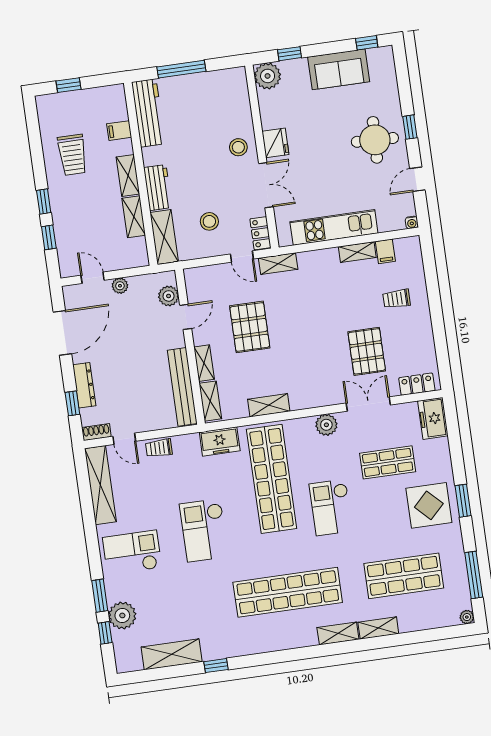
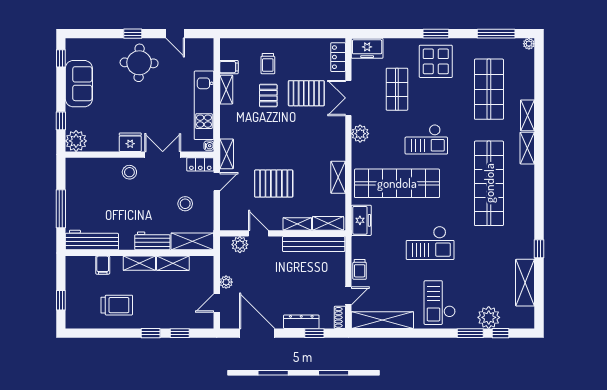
water cooler: (412, 222) -> (209, 146), moved
pallet: (357, 305) -> (268, 96), added

